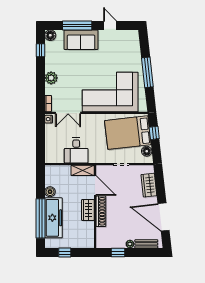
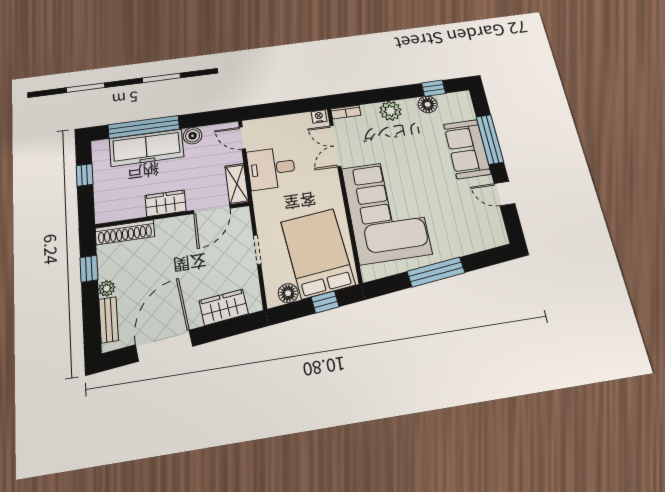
door: (110, 26) -> (504, 194), swing flipped
floor lamp: (50, 35) -> (428, 104), moved
door: (56, 164) -> (242, 138), added
shoe rack: (101, 211) -> (125, 232), moved

